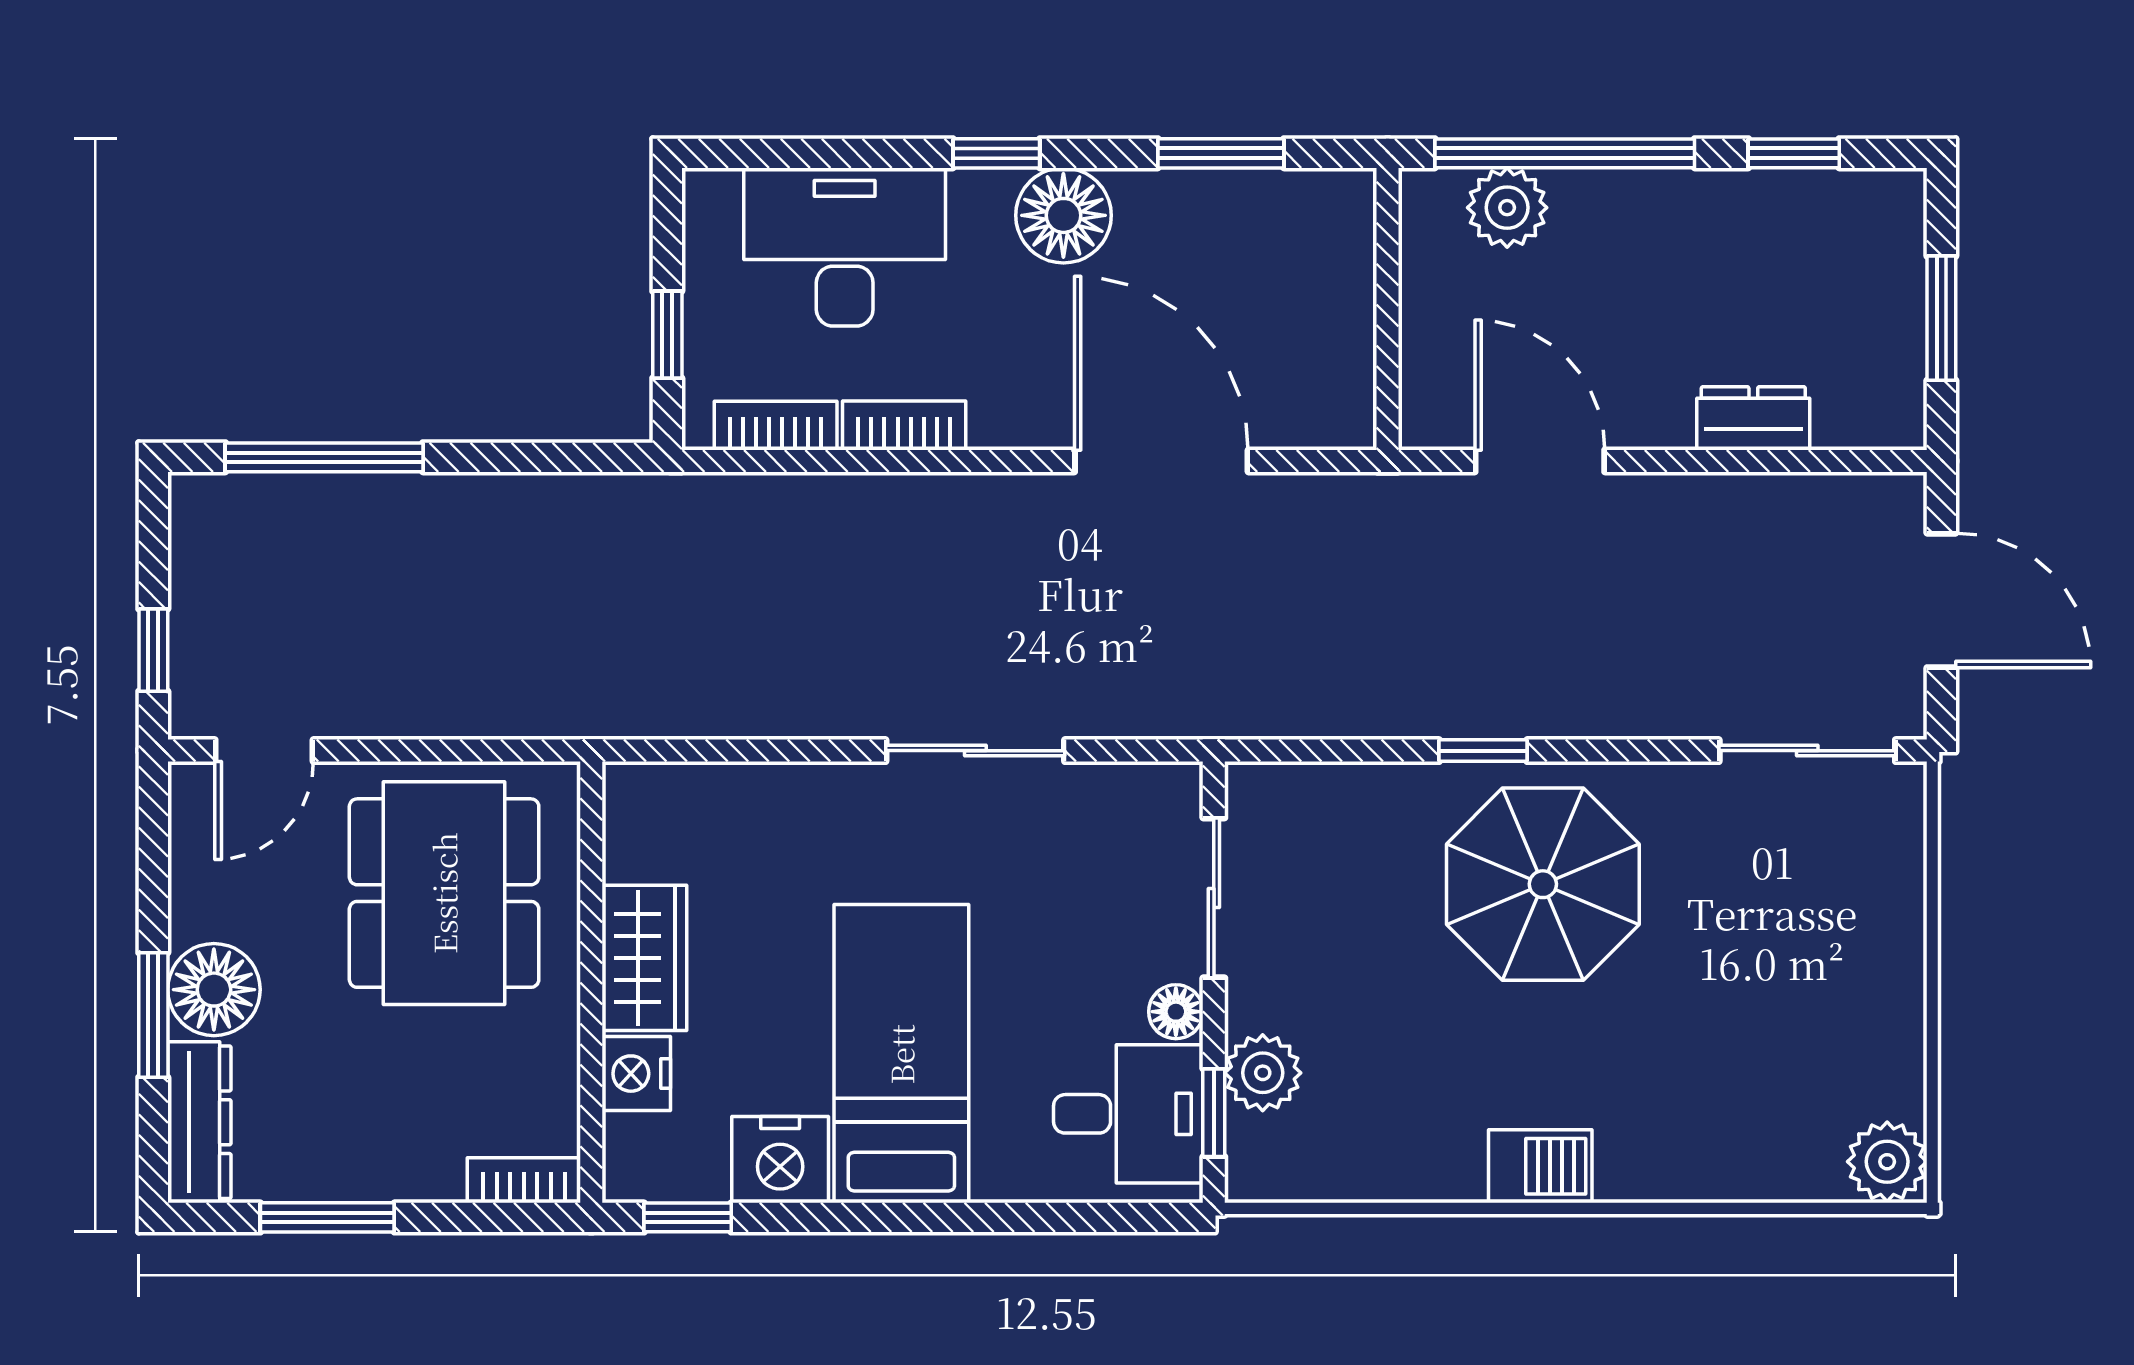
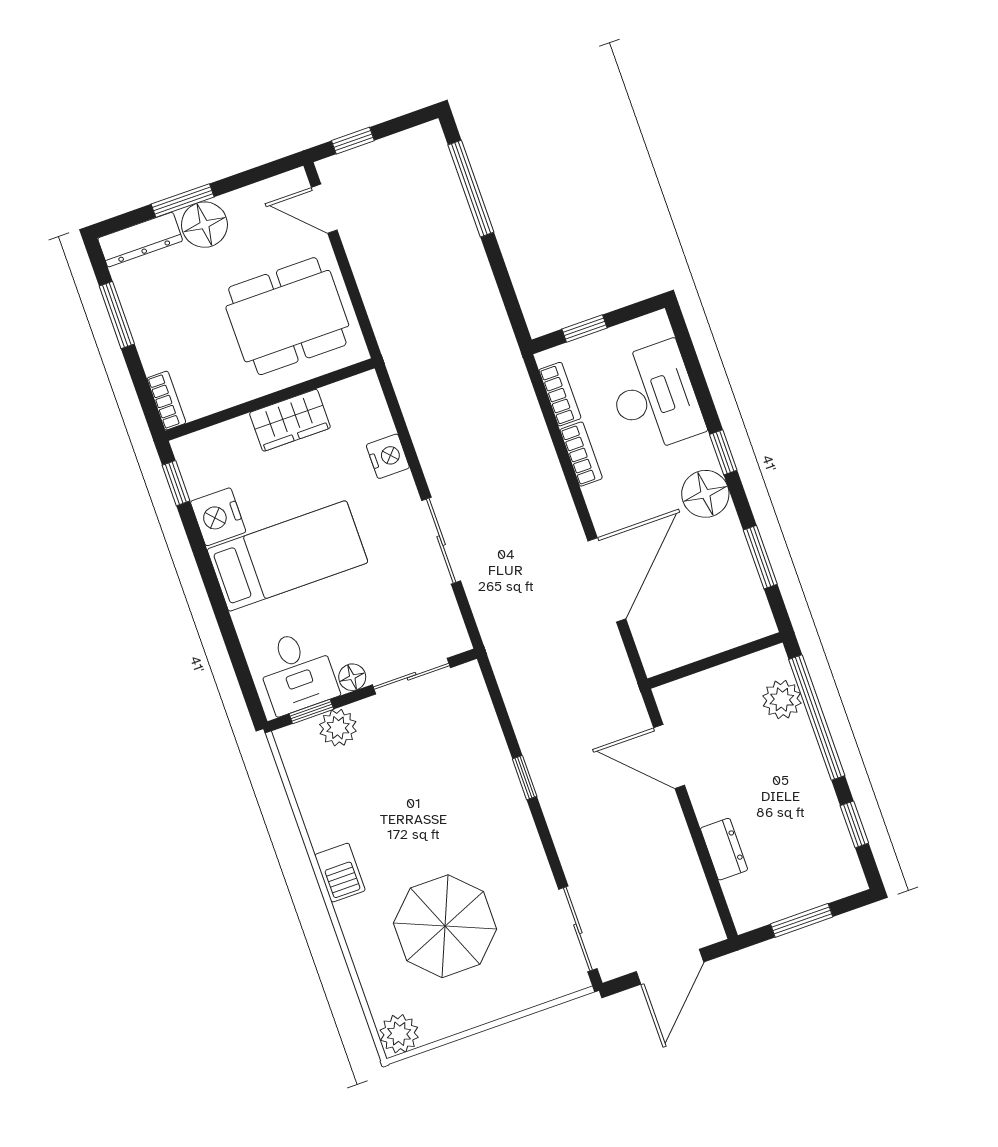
door: (1540, 461) -> (669, 757), swing flipped
parasol: (1543, 884) -> (445, 926), moved
nightstand: (636, 1074) -> (388, 456), moved, turned 90

